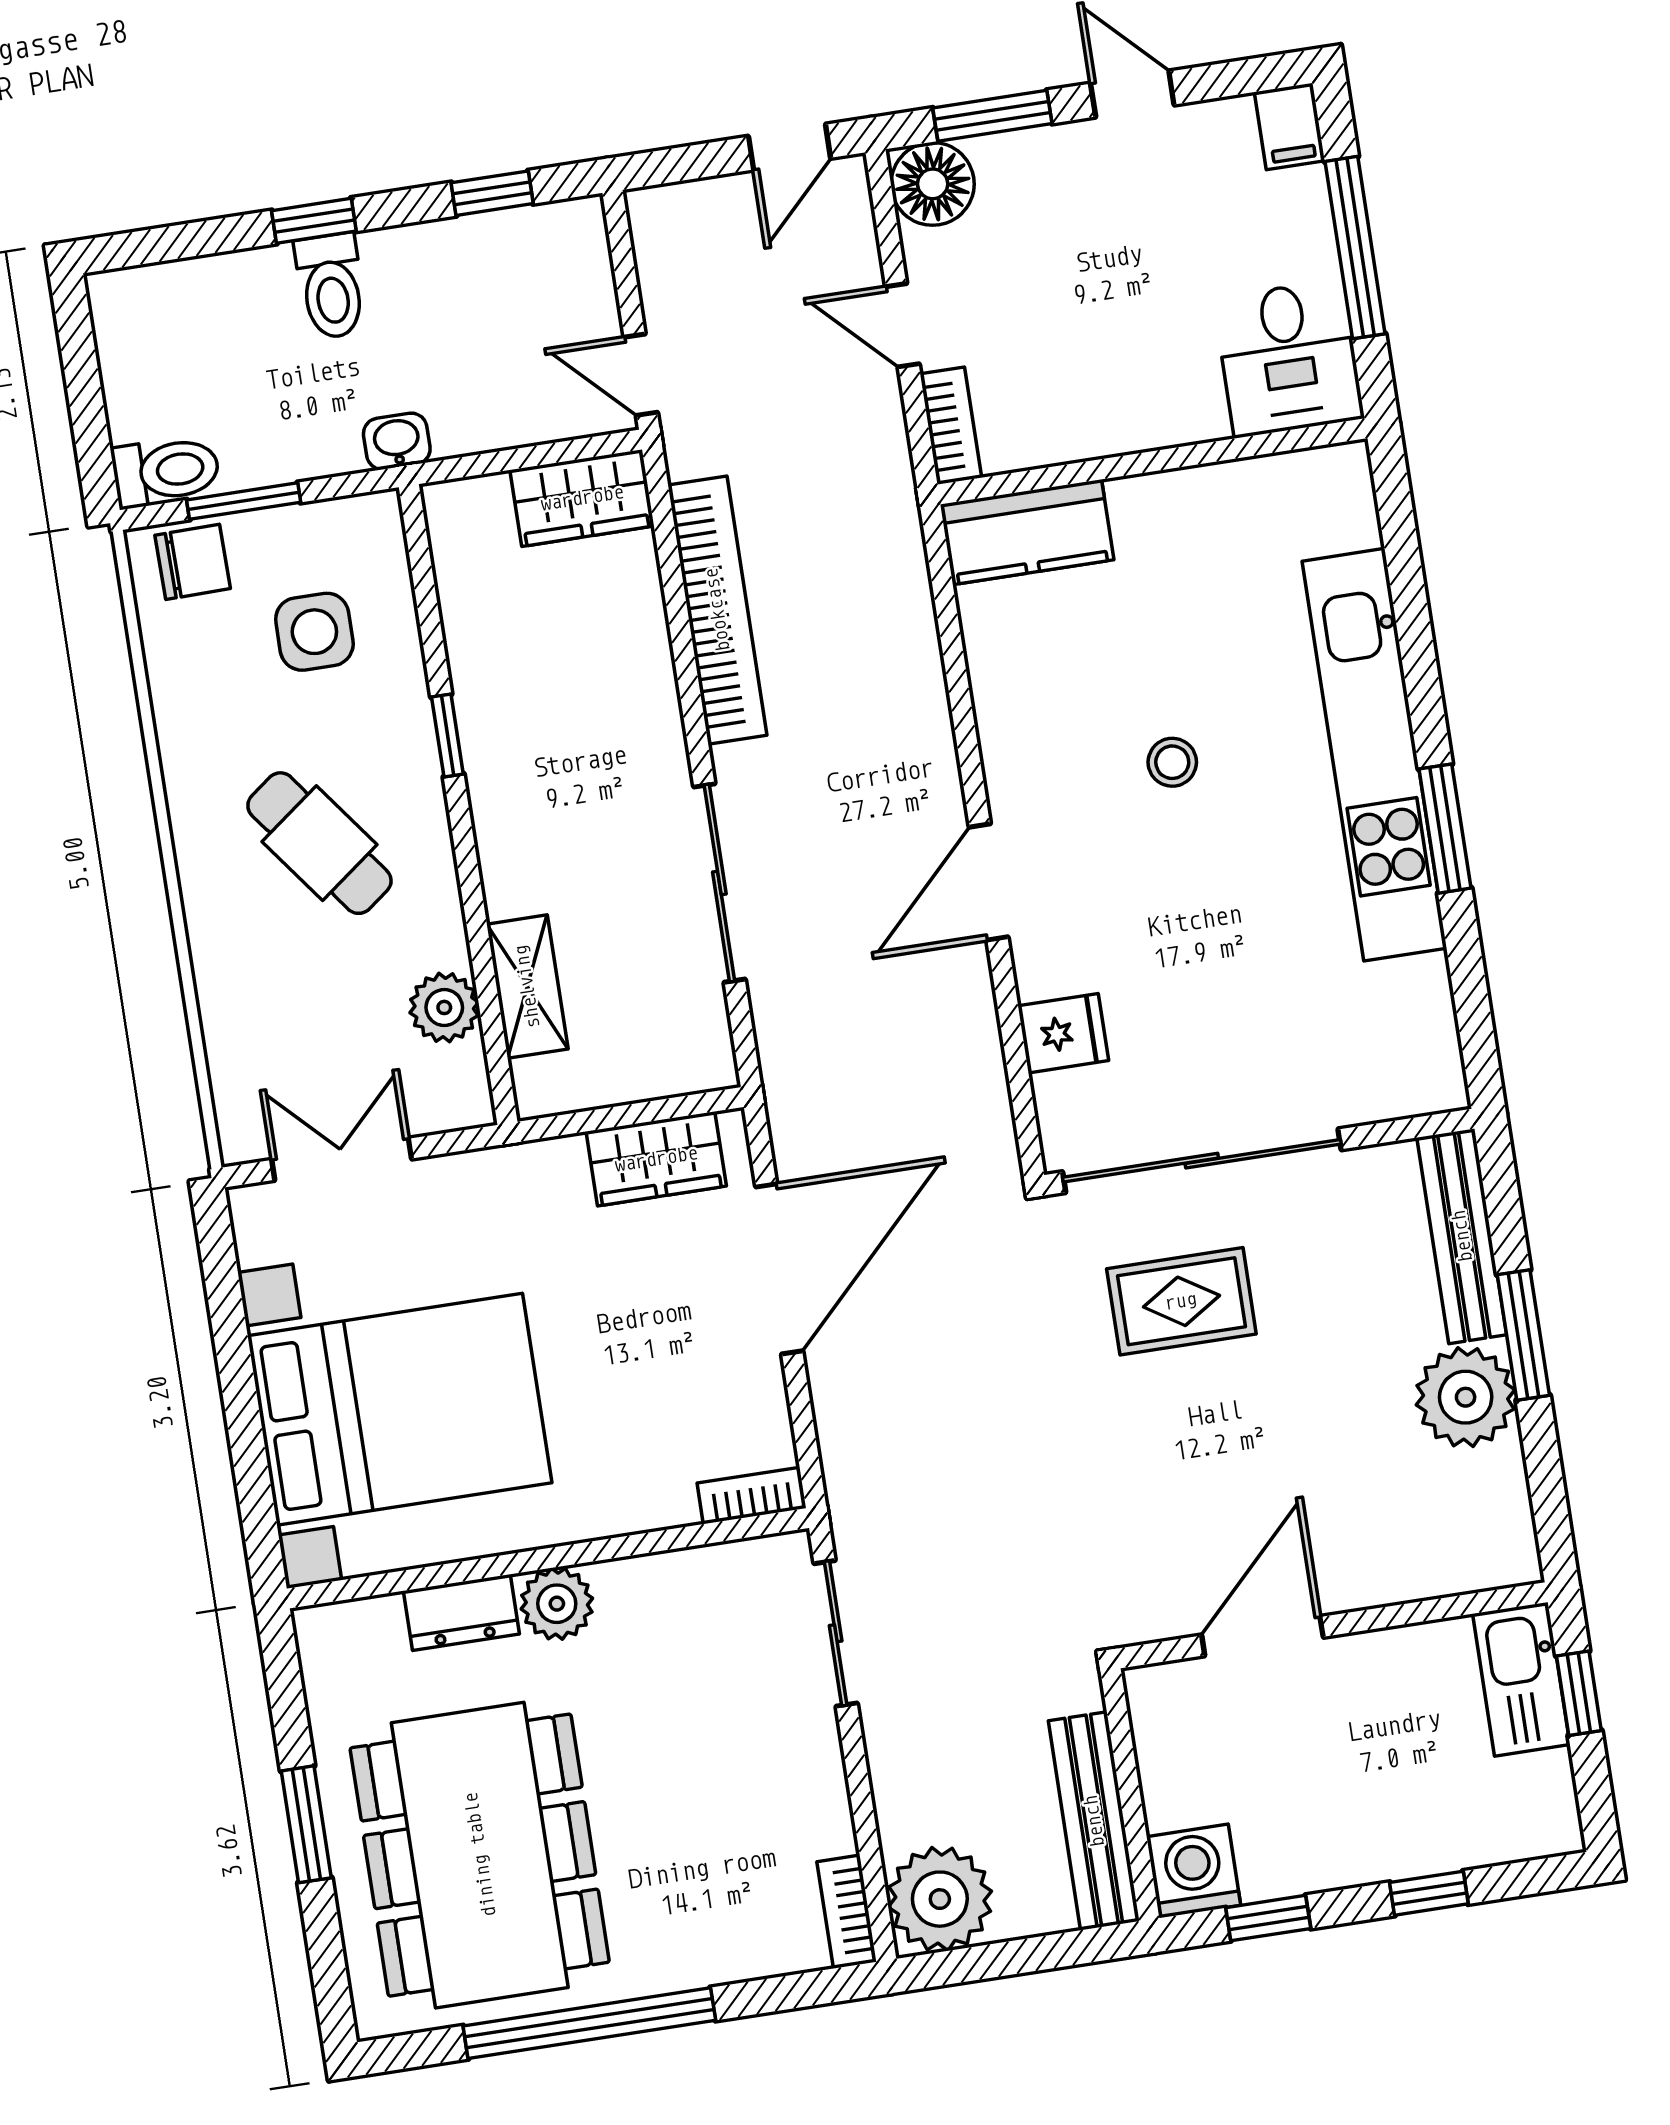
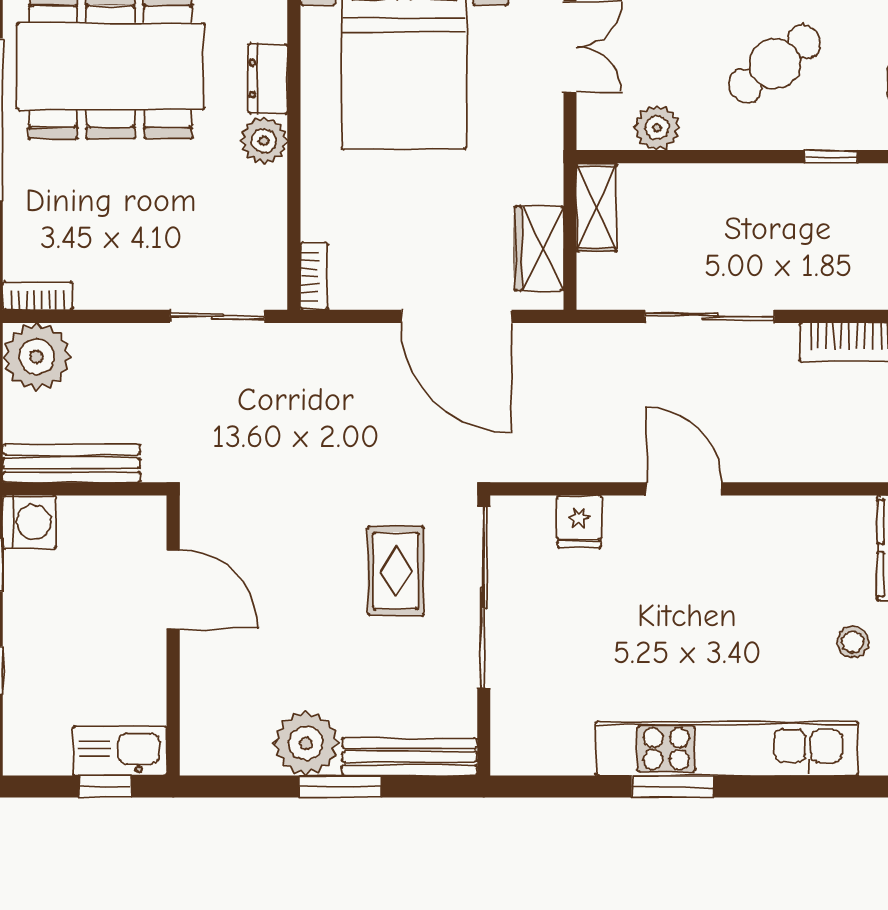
stool: (1172, 762) -> (853, 642), moved
shelving: (527, 987) -> (596, 207), moved, turned 90

